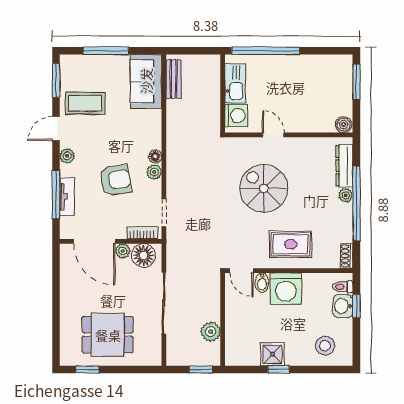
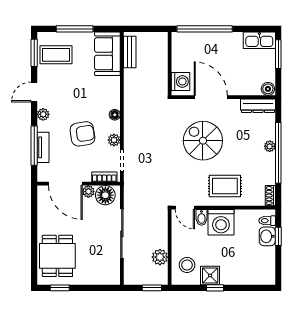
kitchen sink: (235, 83) -> (259, 40), moved, turned 90
coffee table: (85, 103) -> (56, 55), moved
door: (273, 135) -> (211, 97), width x1.88
dresser: (344, 166) -> (258, 106), moved, turned -90
plant: (154, 172) -> (114, 140), moved
dining table: (108, 335) -> (57, 256), moved, turned 90
stool: (325, 346) -> (187, 265), moved

